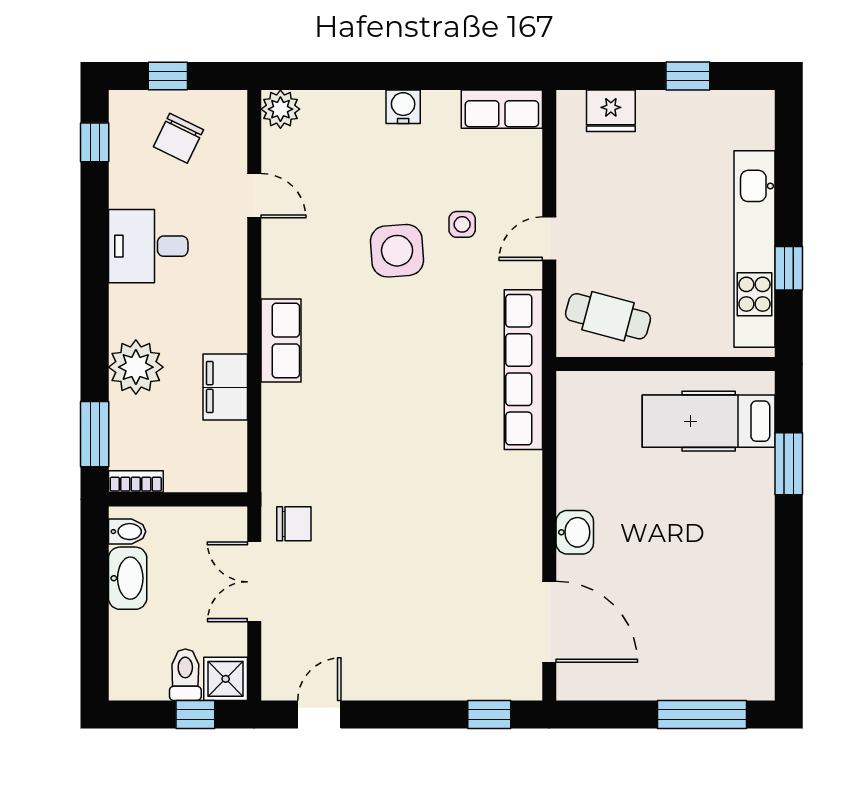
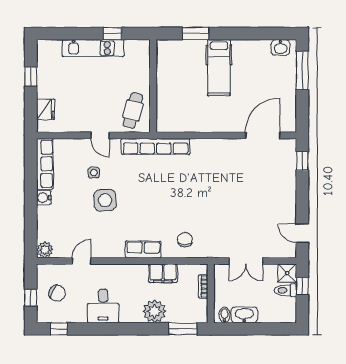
row of seats: (502, 109) -> (45, 164), width x1.48
kitchen unit: (755, 249) -> (93, 48), width x0.73
hospital bed: (709, 421) -> (219, 68), moved
bookcase: (136, 481) -> (203, 286), moved
chair: (294, 524) -> (185, 240), moved
washbasin: (575, 532) -> (280, 47), moved, turned 180

